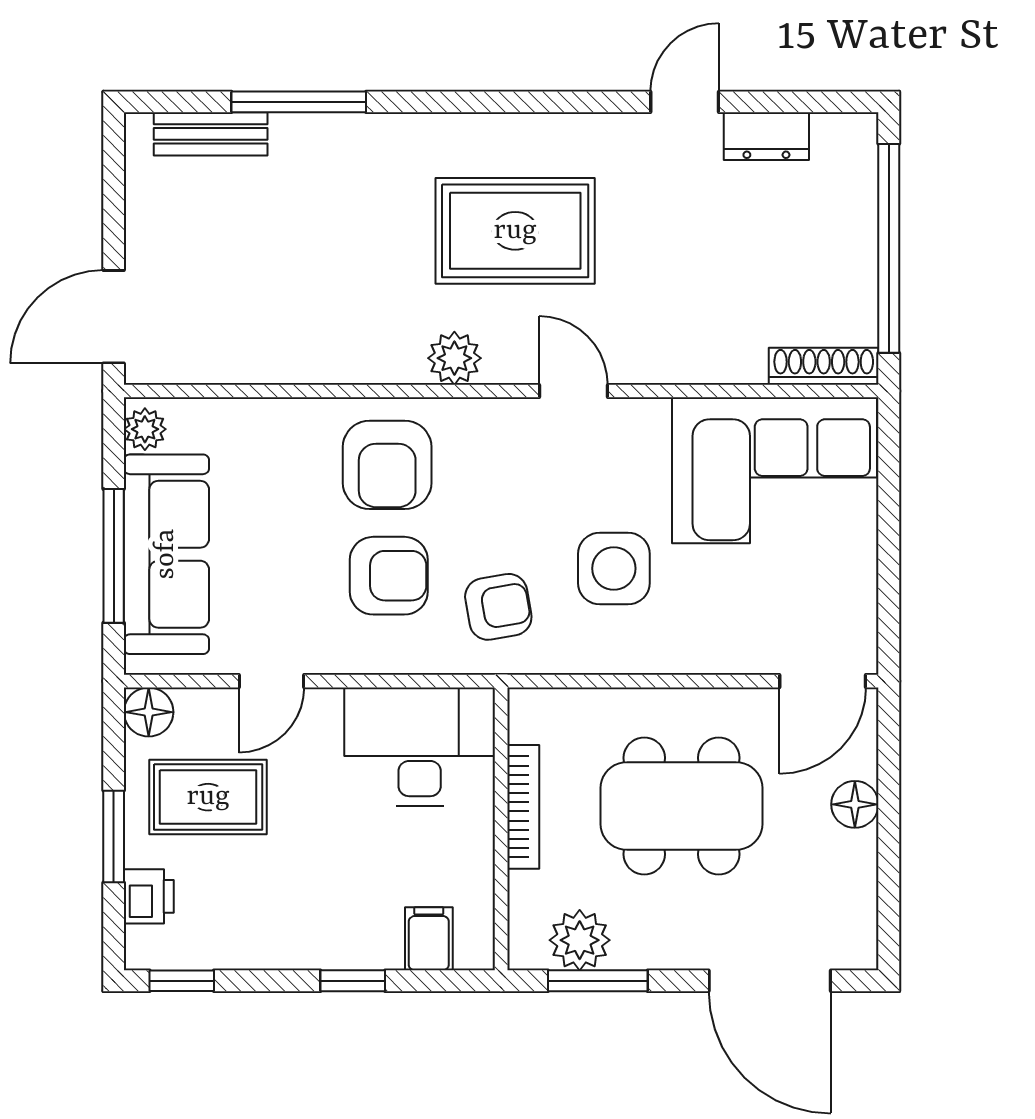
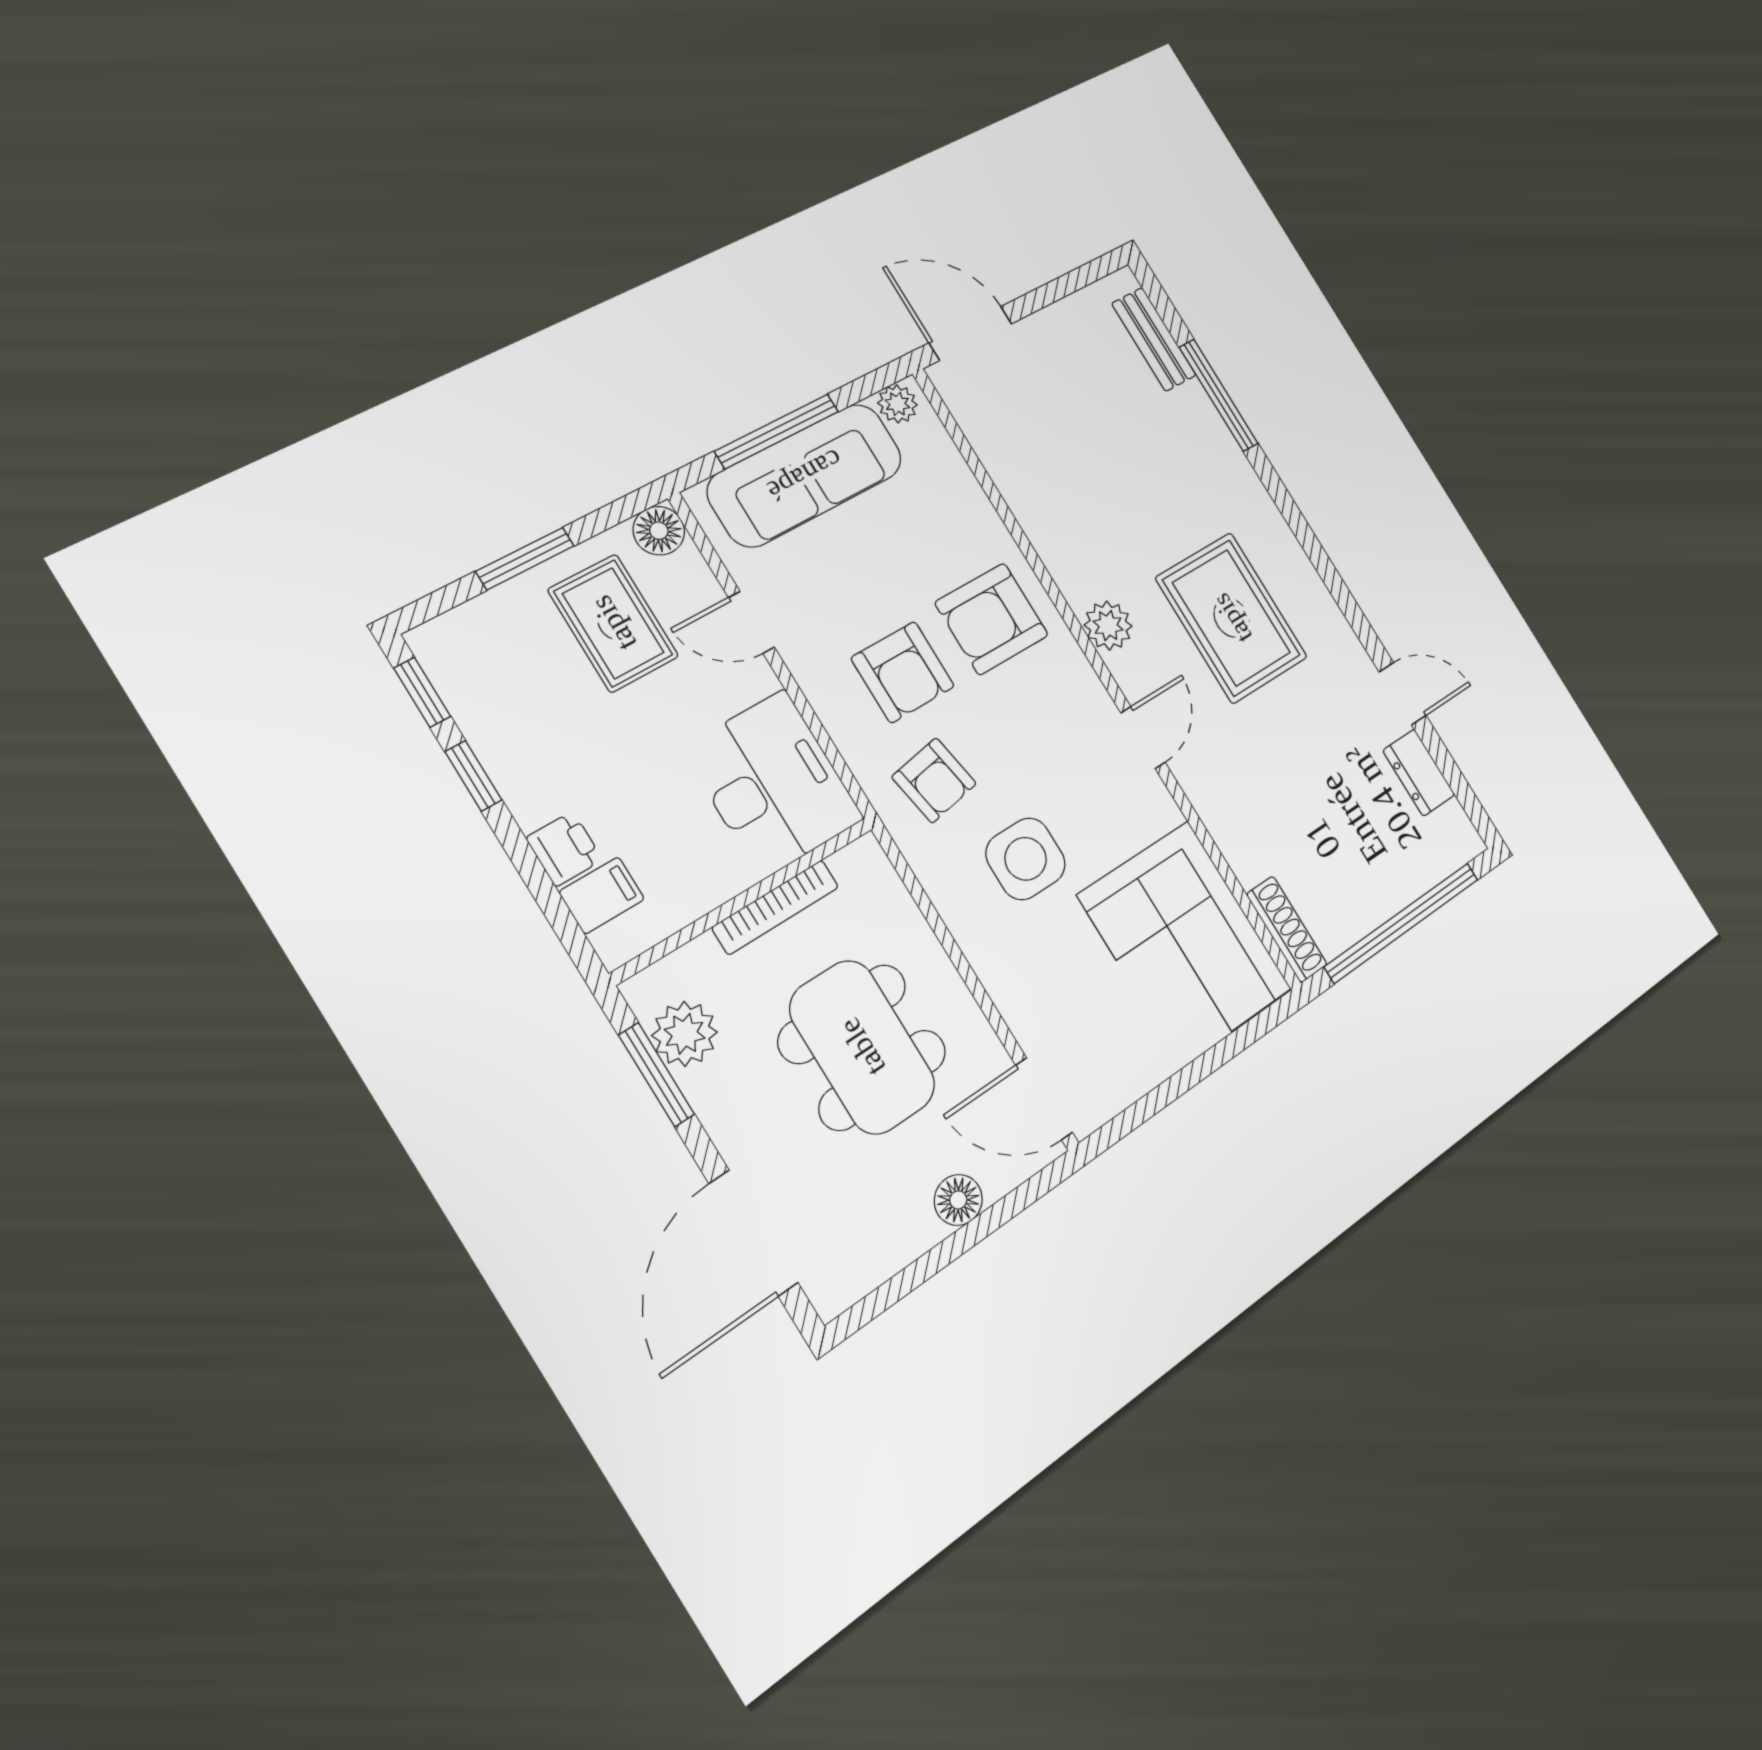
printer: (149, 896) -> (564, 849), moved, turned -90
window: (353, 981) -> (473, 776), moved

